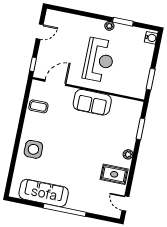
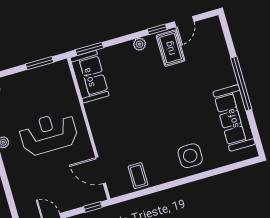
sofa: (92, 102) -> (90, 77), moved
window: (141, 129) -> (89, 49), moved
window: (132, 172) -> (157, 29), added
door: (125, 204) -> (184, 22), moved

